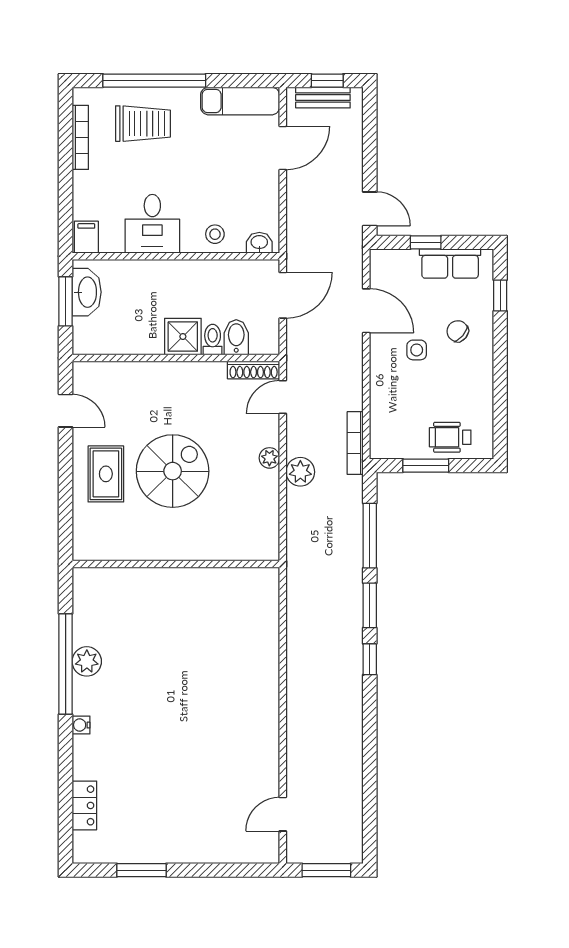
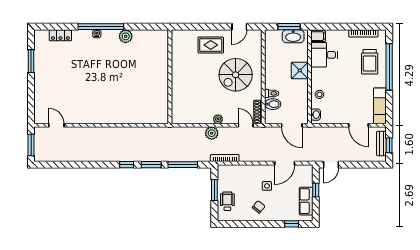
desk: (152, 224) -> (324, 55), moved
chair: (458, 331) -> (259, 207), moved
shower: (183, 337) -> (300, 70), moved
spiral stairs: (173, 471) -> (236, 75), moved, turned 90
window: (66, 664) -> (101, 27), moved

